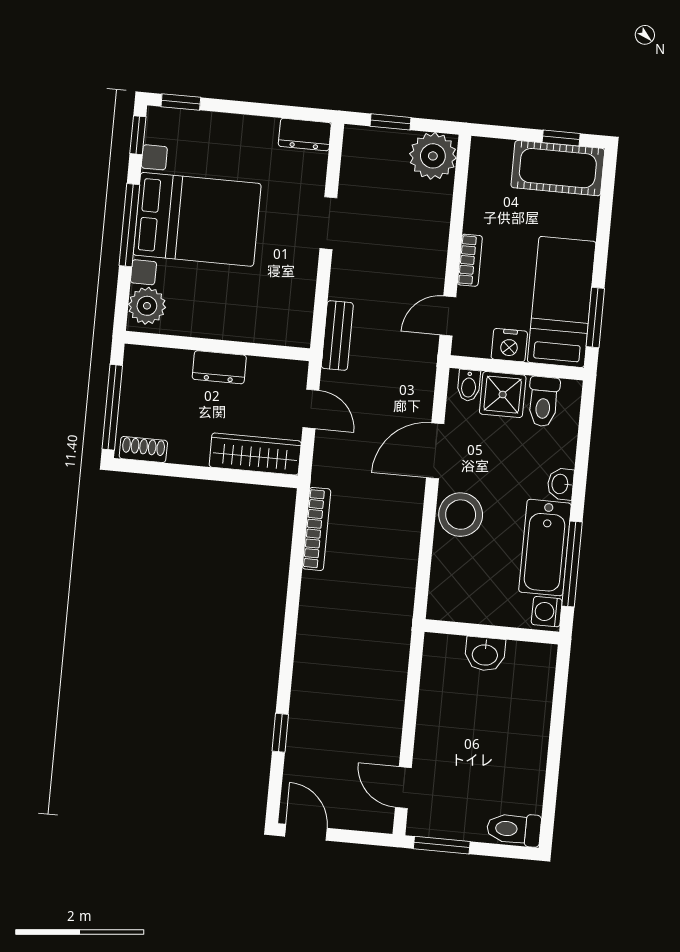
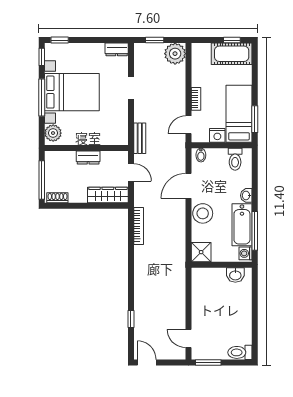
shower: (503, 395) -> (201, 252), moved
washbasin: (485, 654) -> (235, 275), moved

